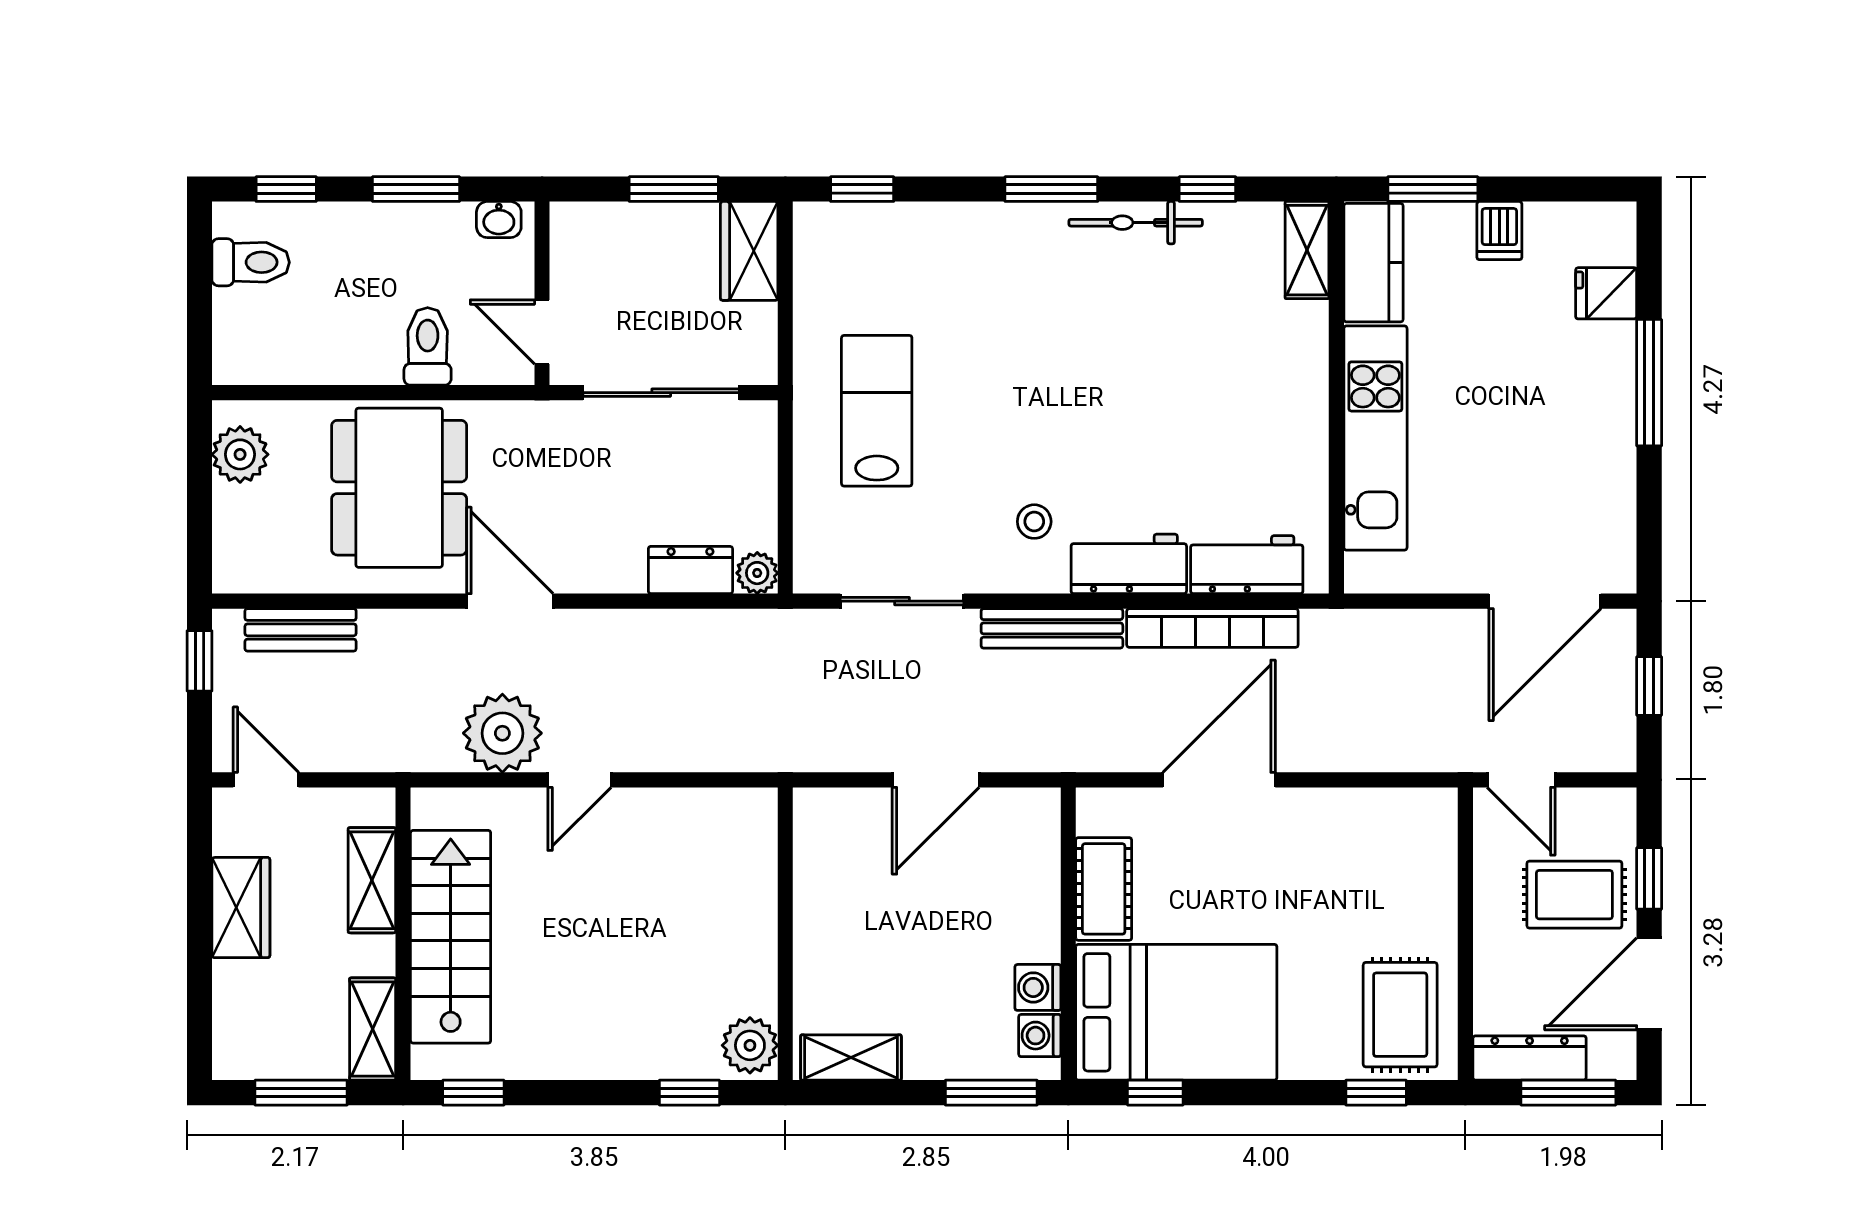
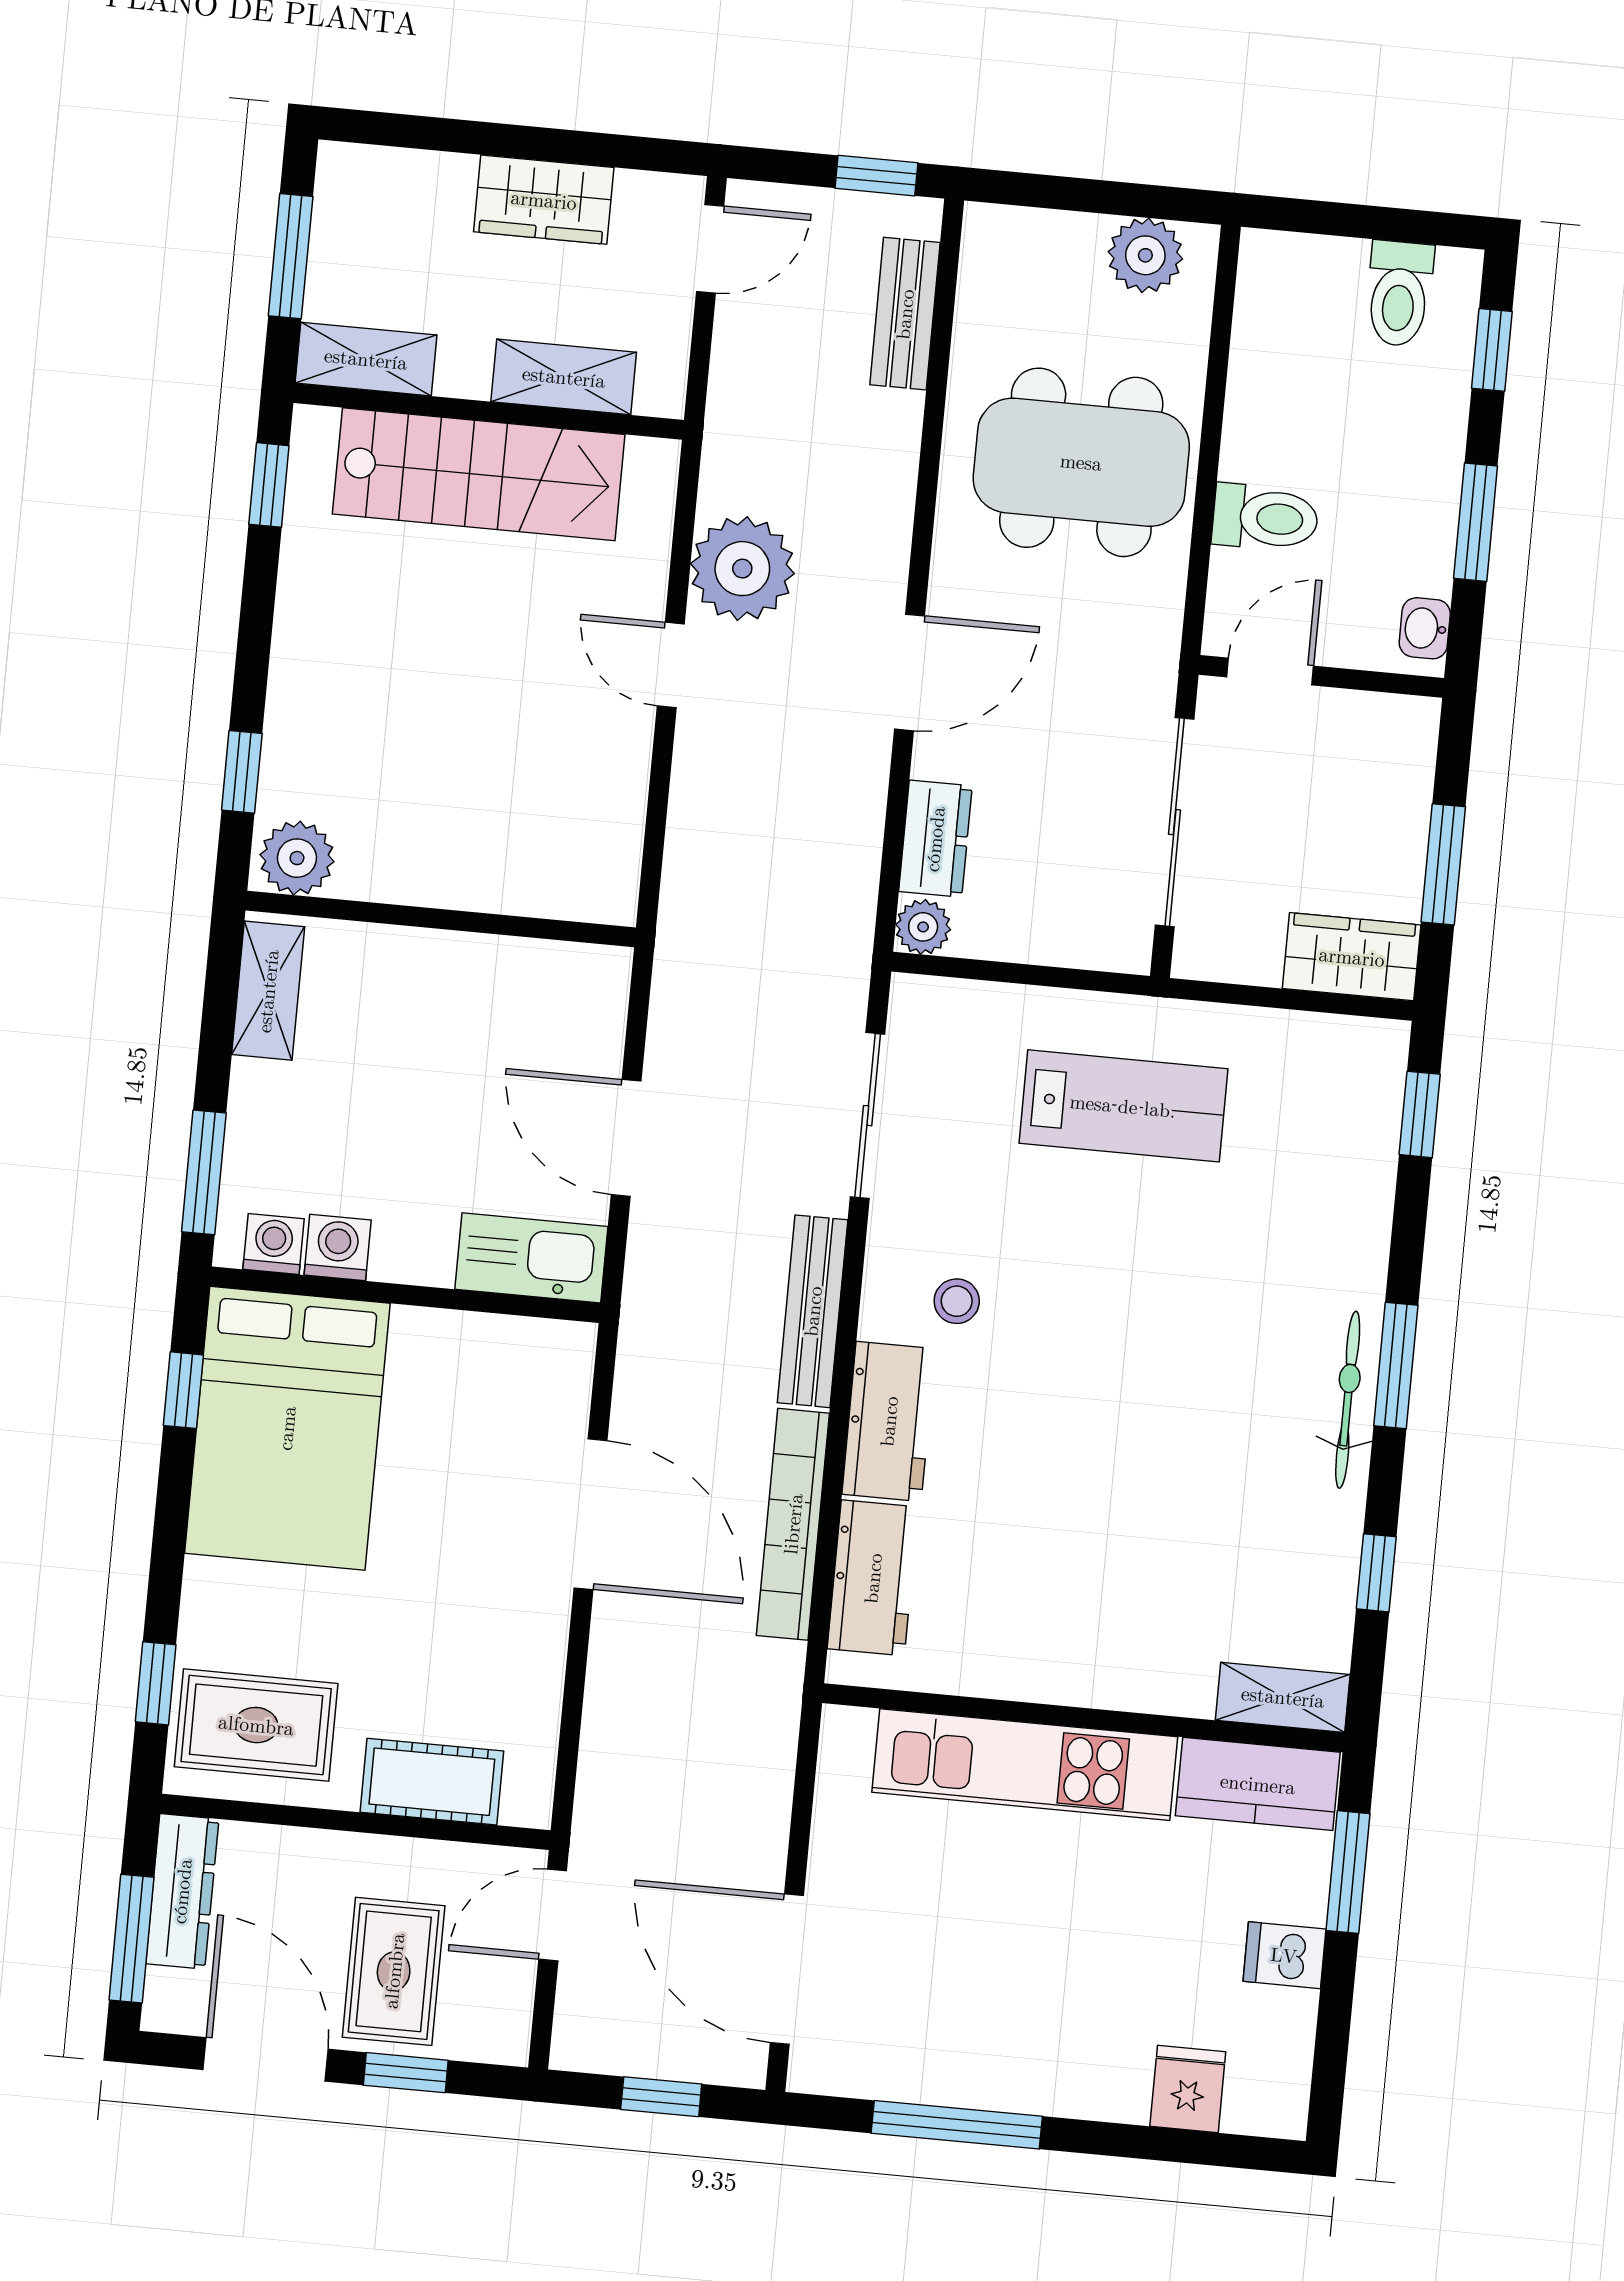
bicycle: (1136, 223) -> (1348, 1400), moved
window: (1649, 383) -> (957, 2125), moved
door: (510, 601) -> (909, 672), moved
kitchen sink: (1032, 842) -> (531, 1258), added
cot: (1104, 889) -> (432, 1782), moved

